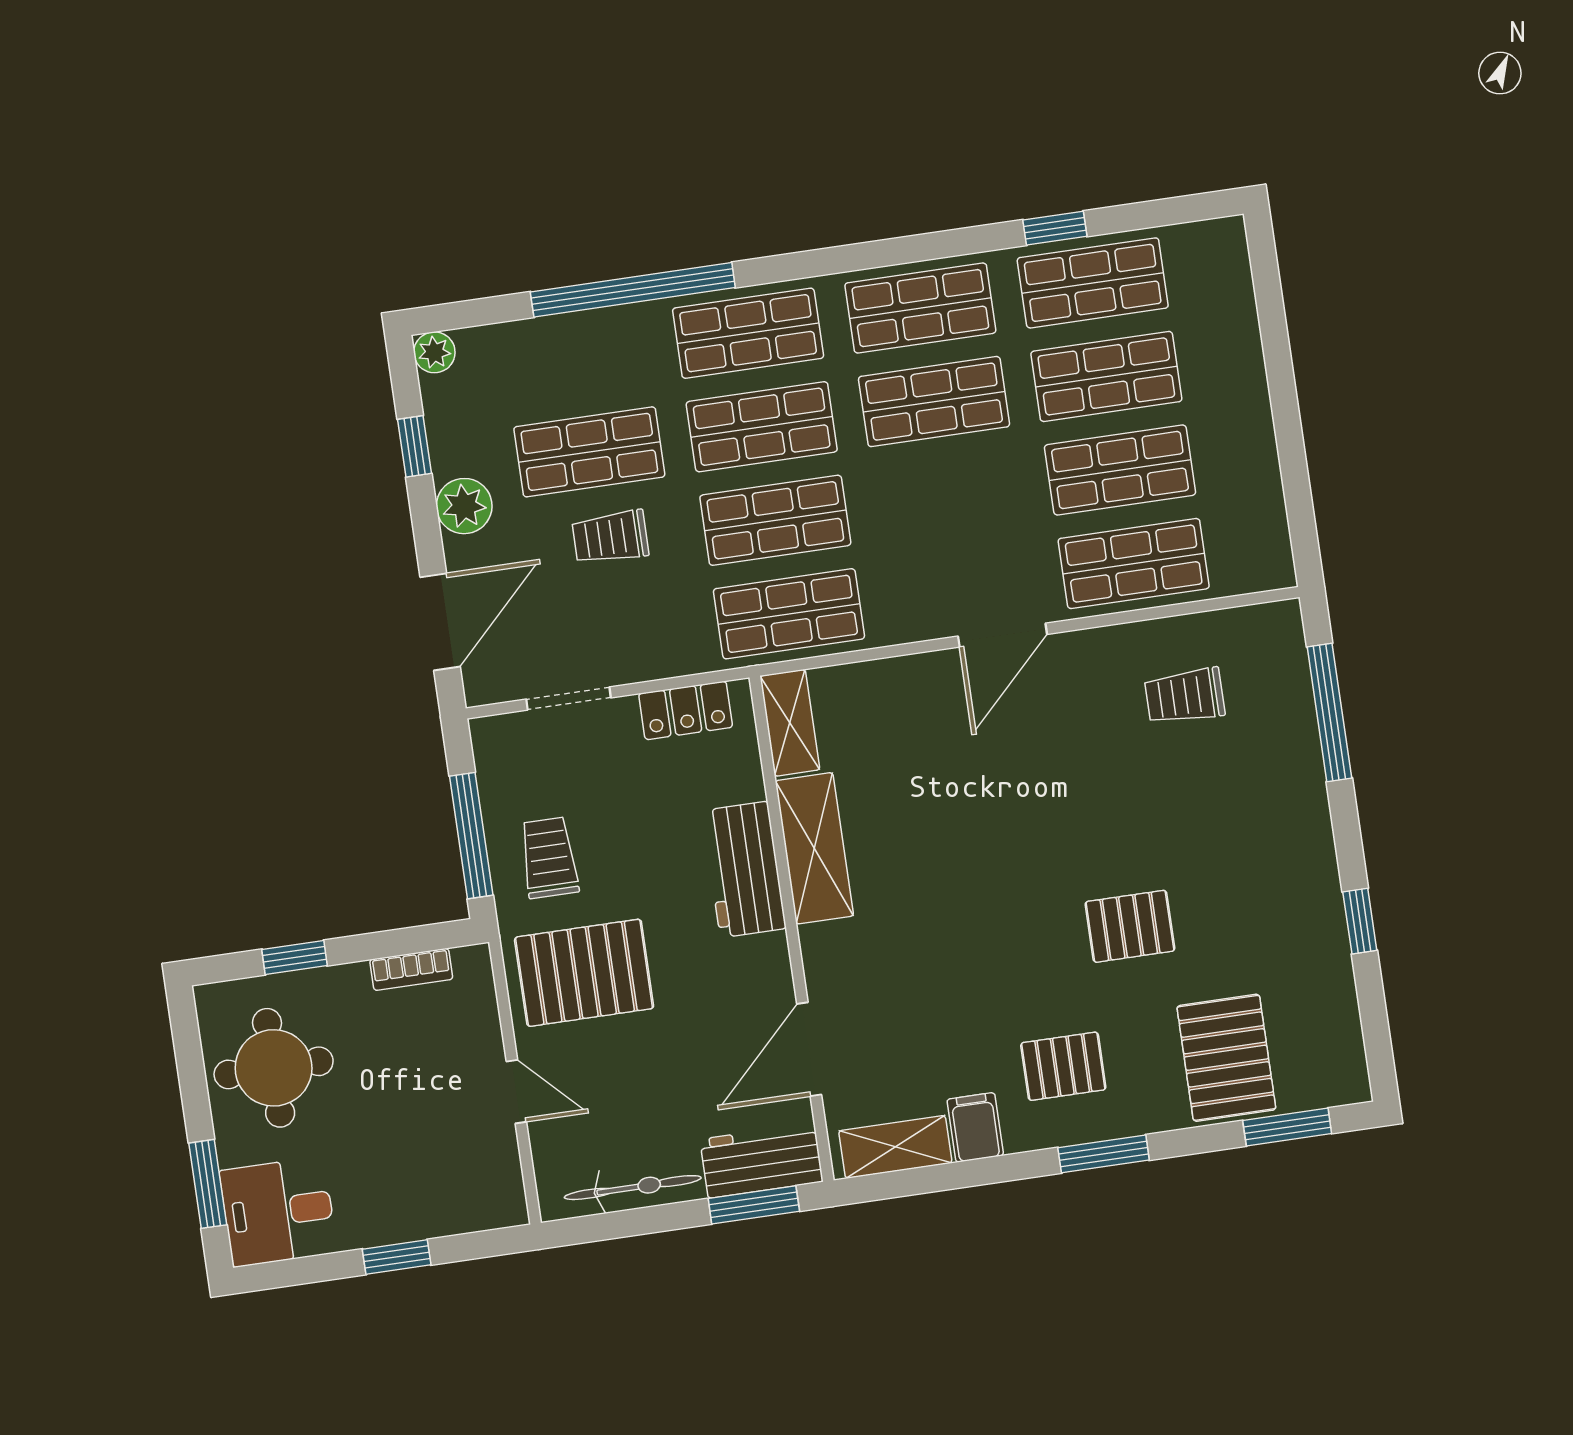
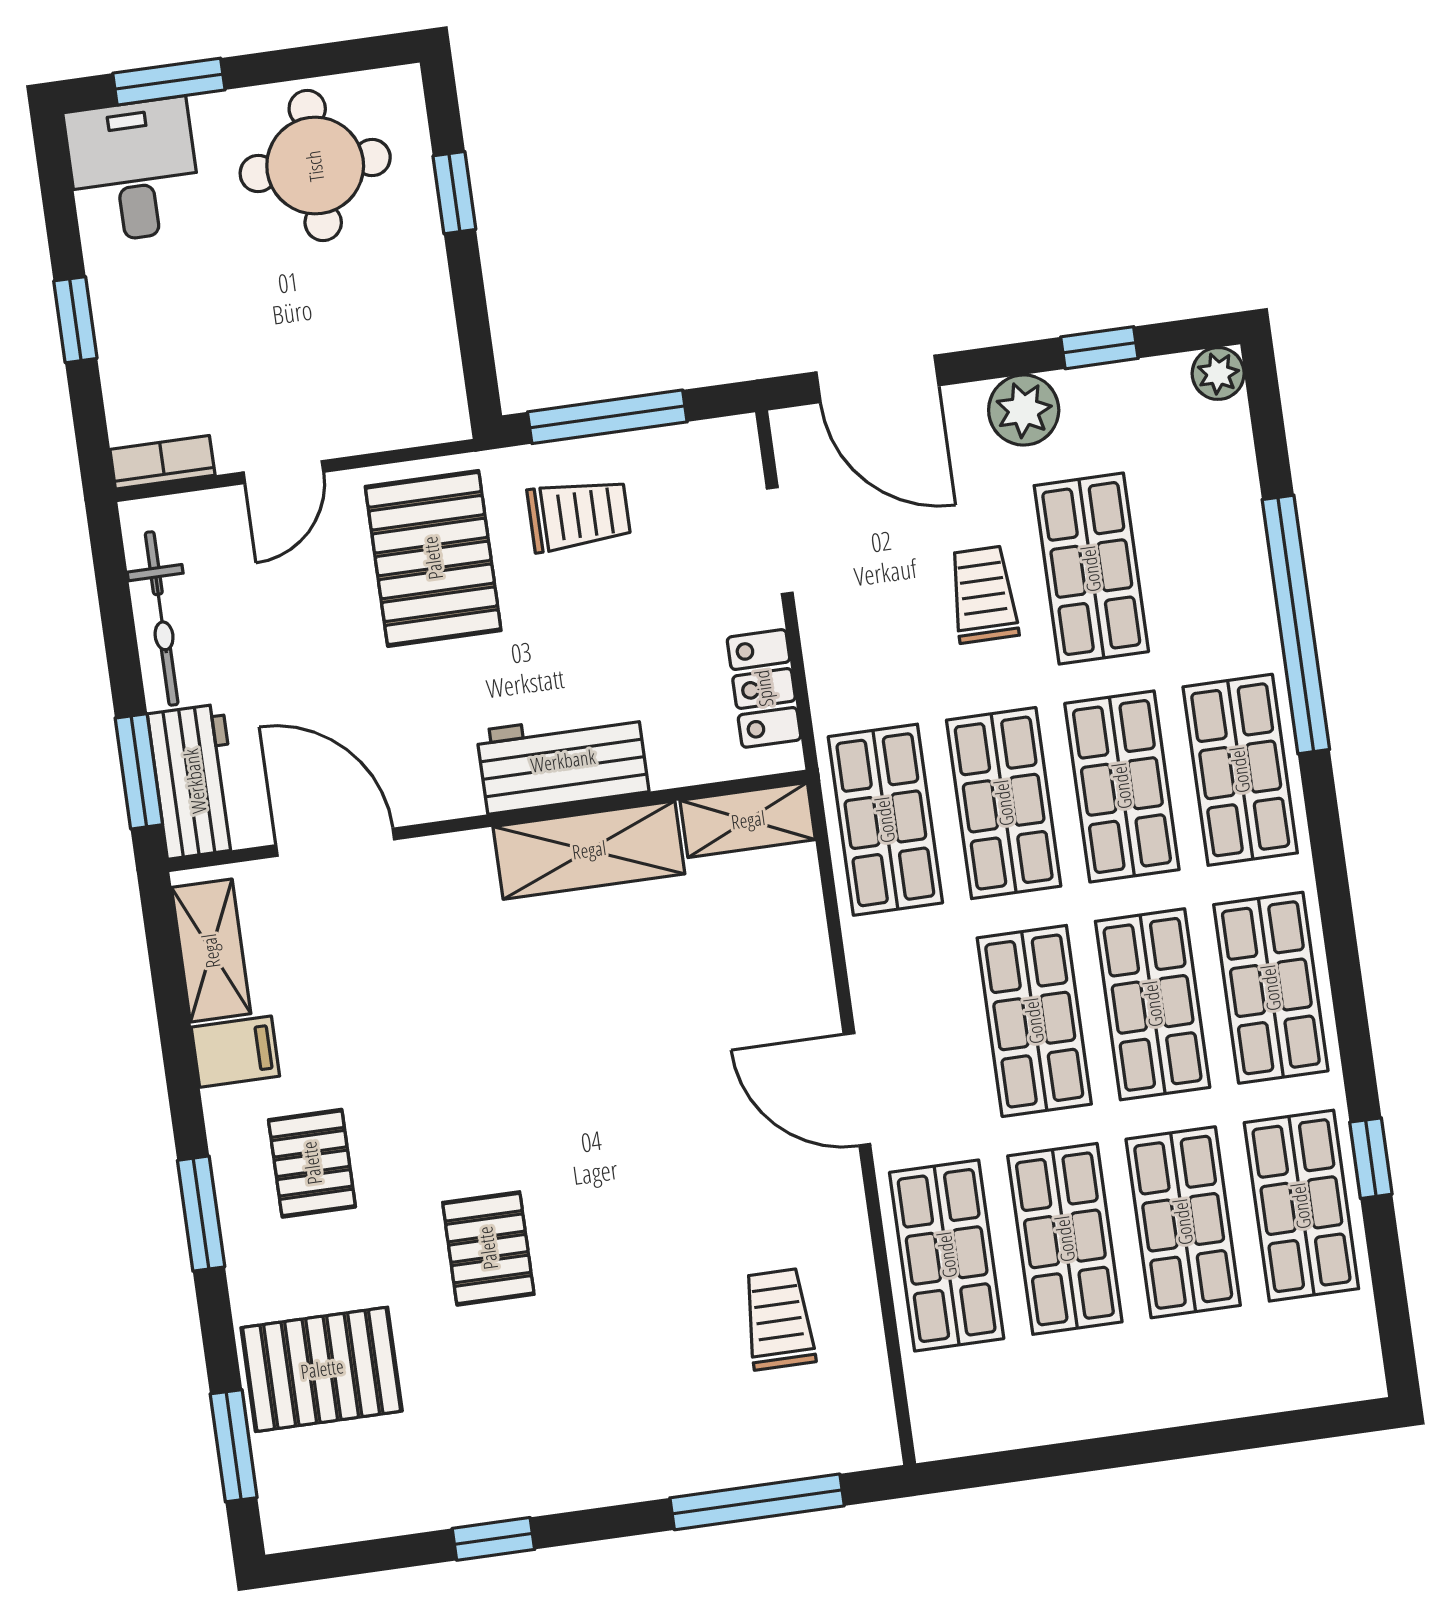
shop shelf: (948, 495) -> (1034, 1021), added
bookcase: (411, 969) -> (162, 462), moved, turned 90

